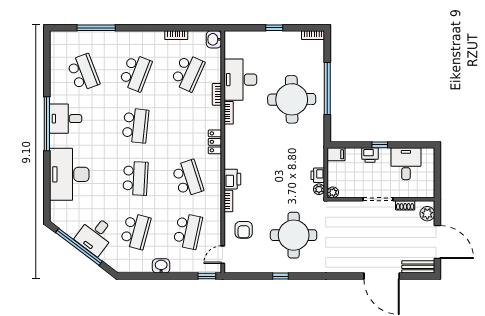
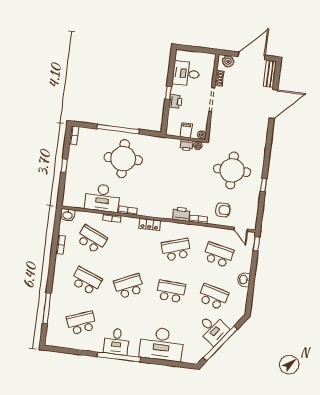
school desk: (135, 125) -> (129, 286), turned -30
filing cabinet: (336, 154) -> (186, 130), moved

